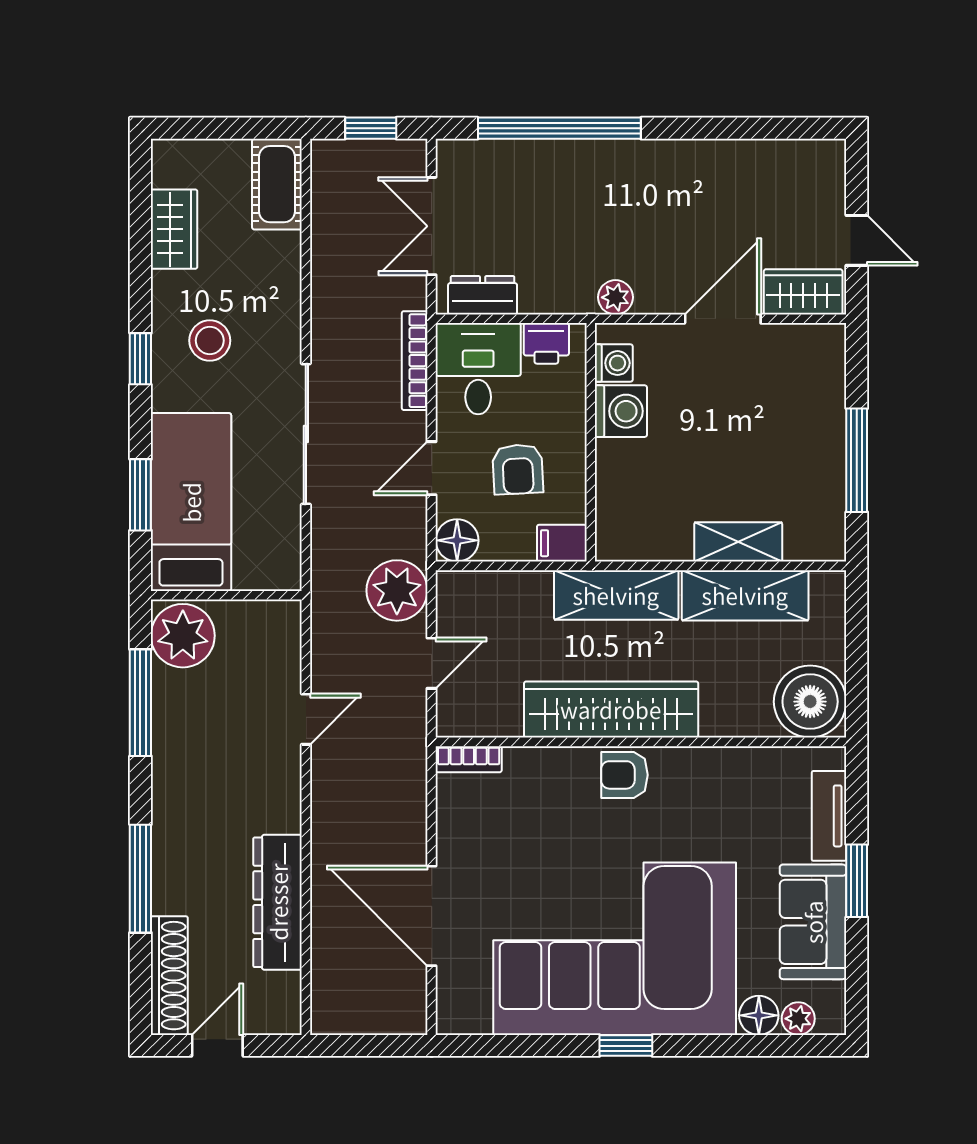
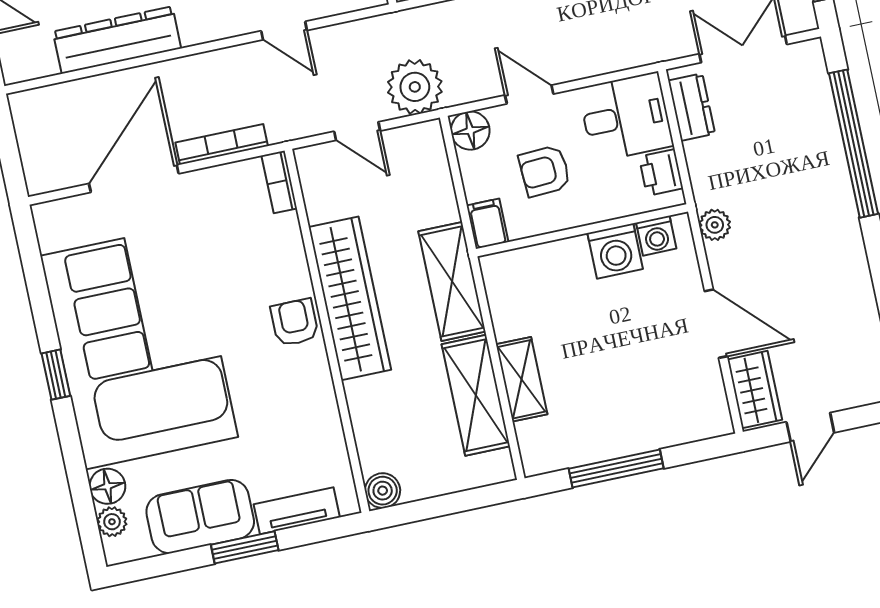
bookcase: (415, 361) -> (222, 144), moved
boiler: (810, 702) -> (383, 491), width x0.54, depth x0.54

